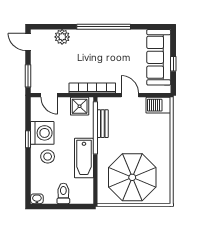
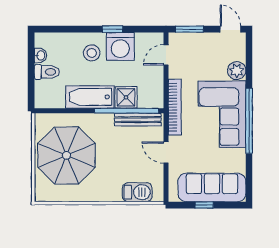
door: (28, 42) -> (231, 29), hinge flipped
corner sofa: (98, 49) -> (222, 114), added
door: (130, 95) -> (166, 153), swing flipped
barbecue: (158, 105) -> (137, 192), moved, turned 90
shower: (80, 106) -> (126, 97), moved
bench: (103, 124) -> (138, 120), width x1.36
washbasin: (37, 199) -> (41, 56), moved

